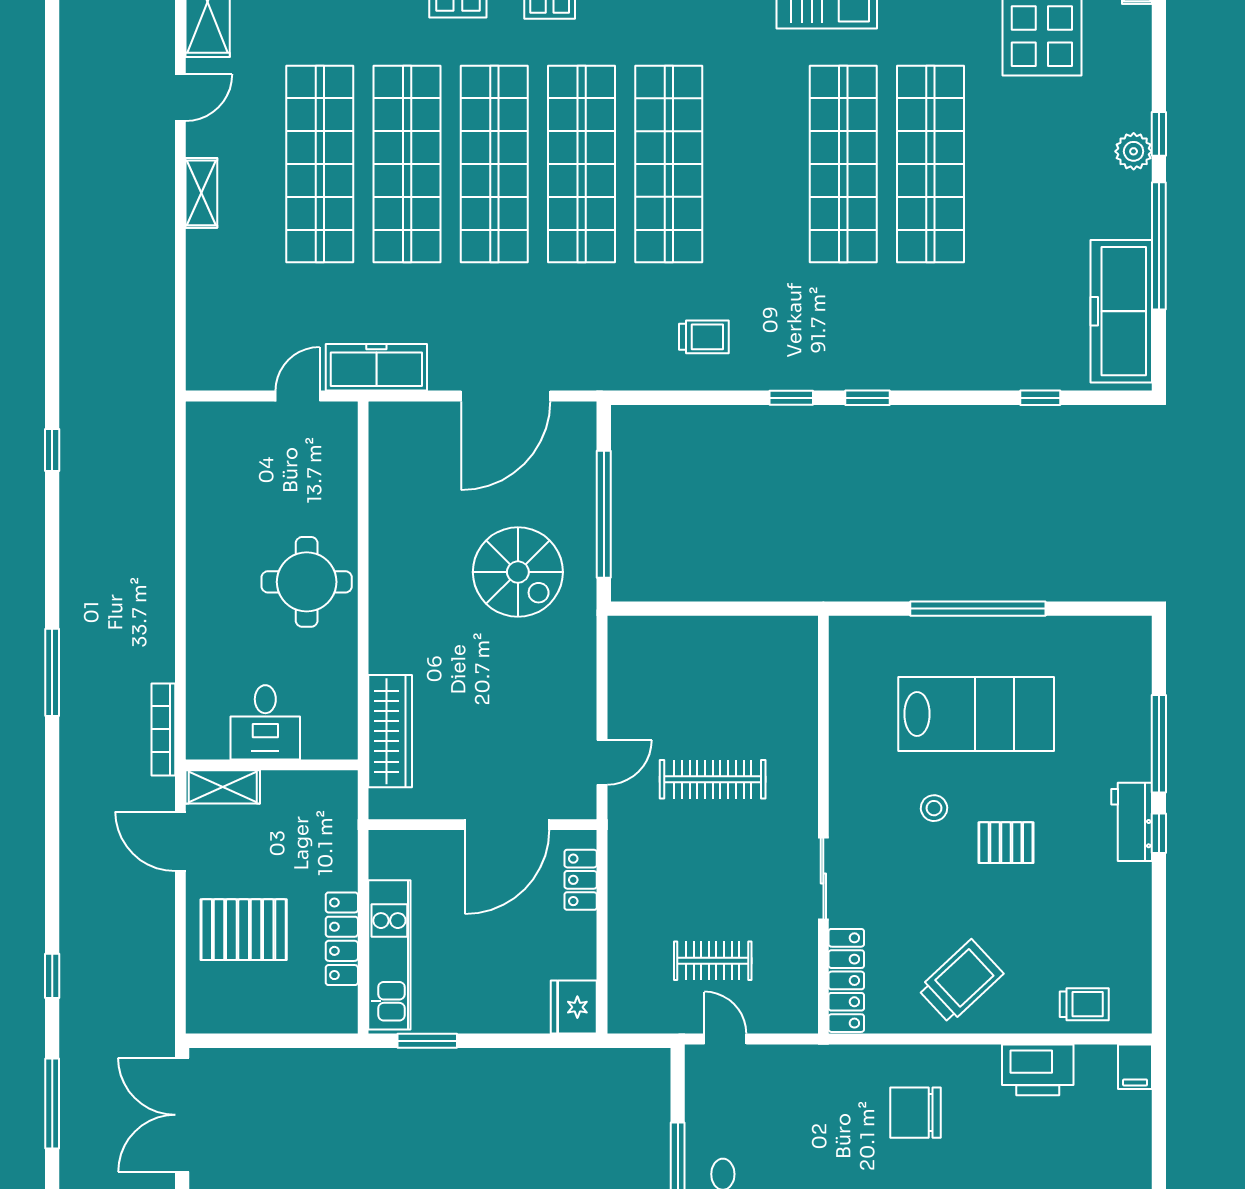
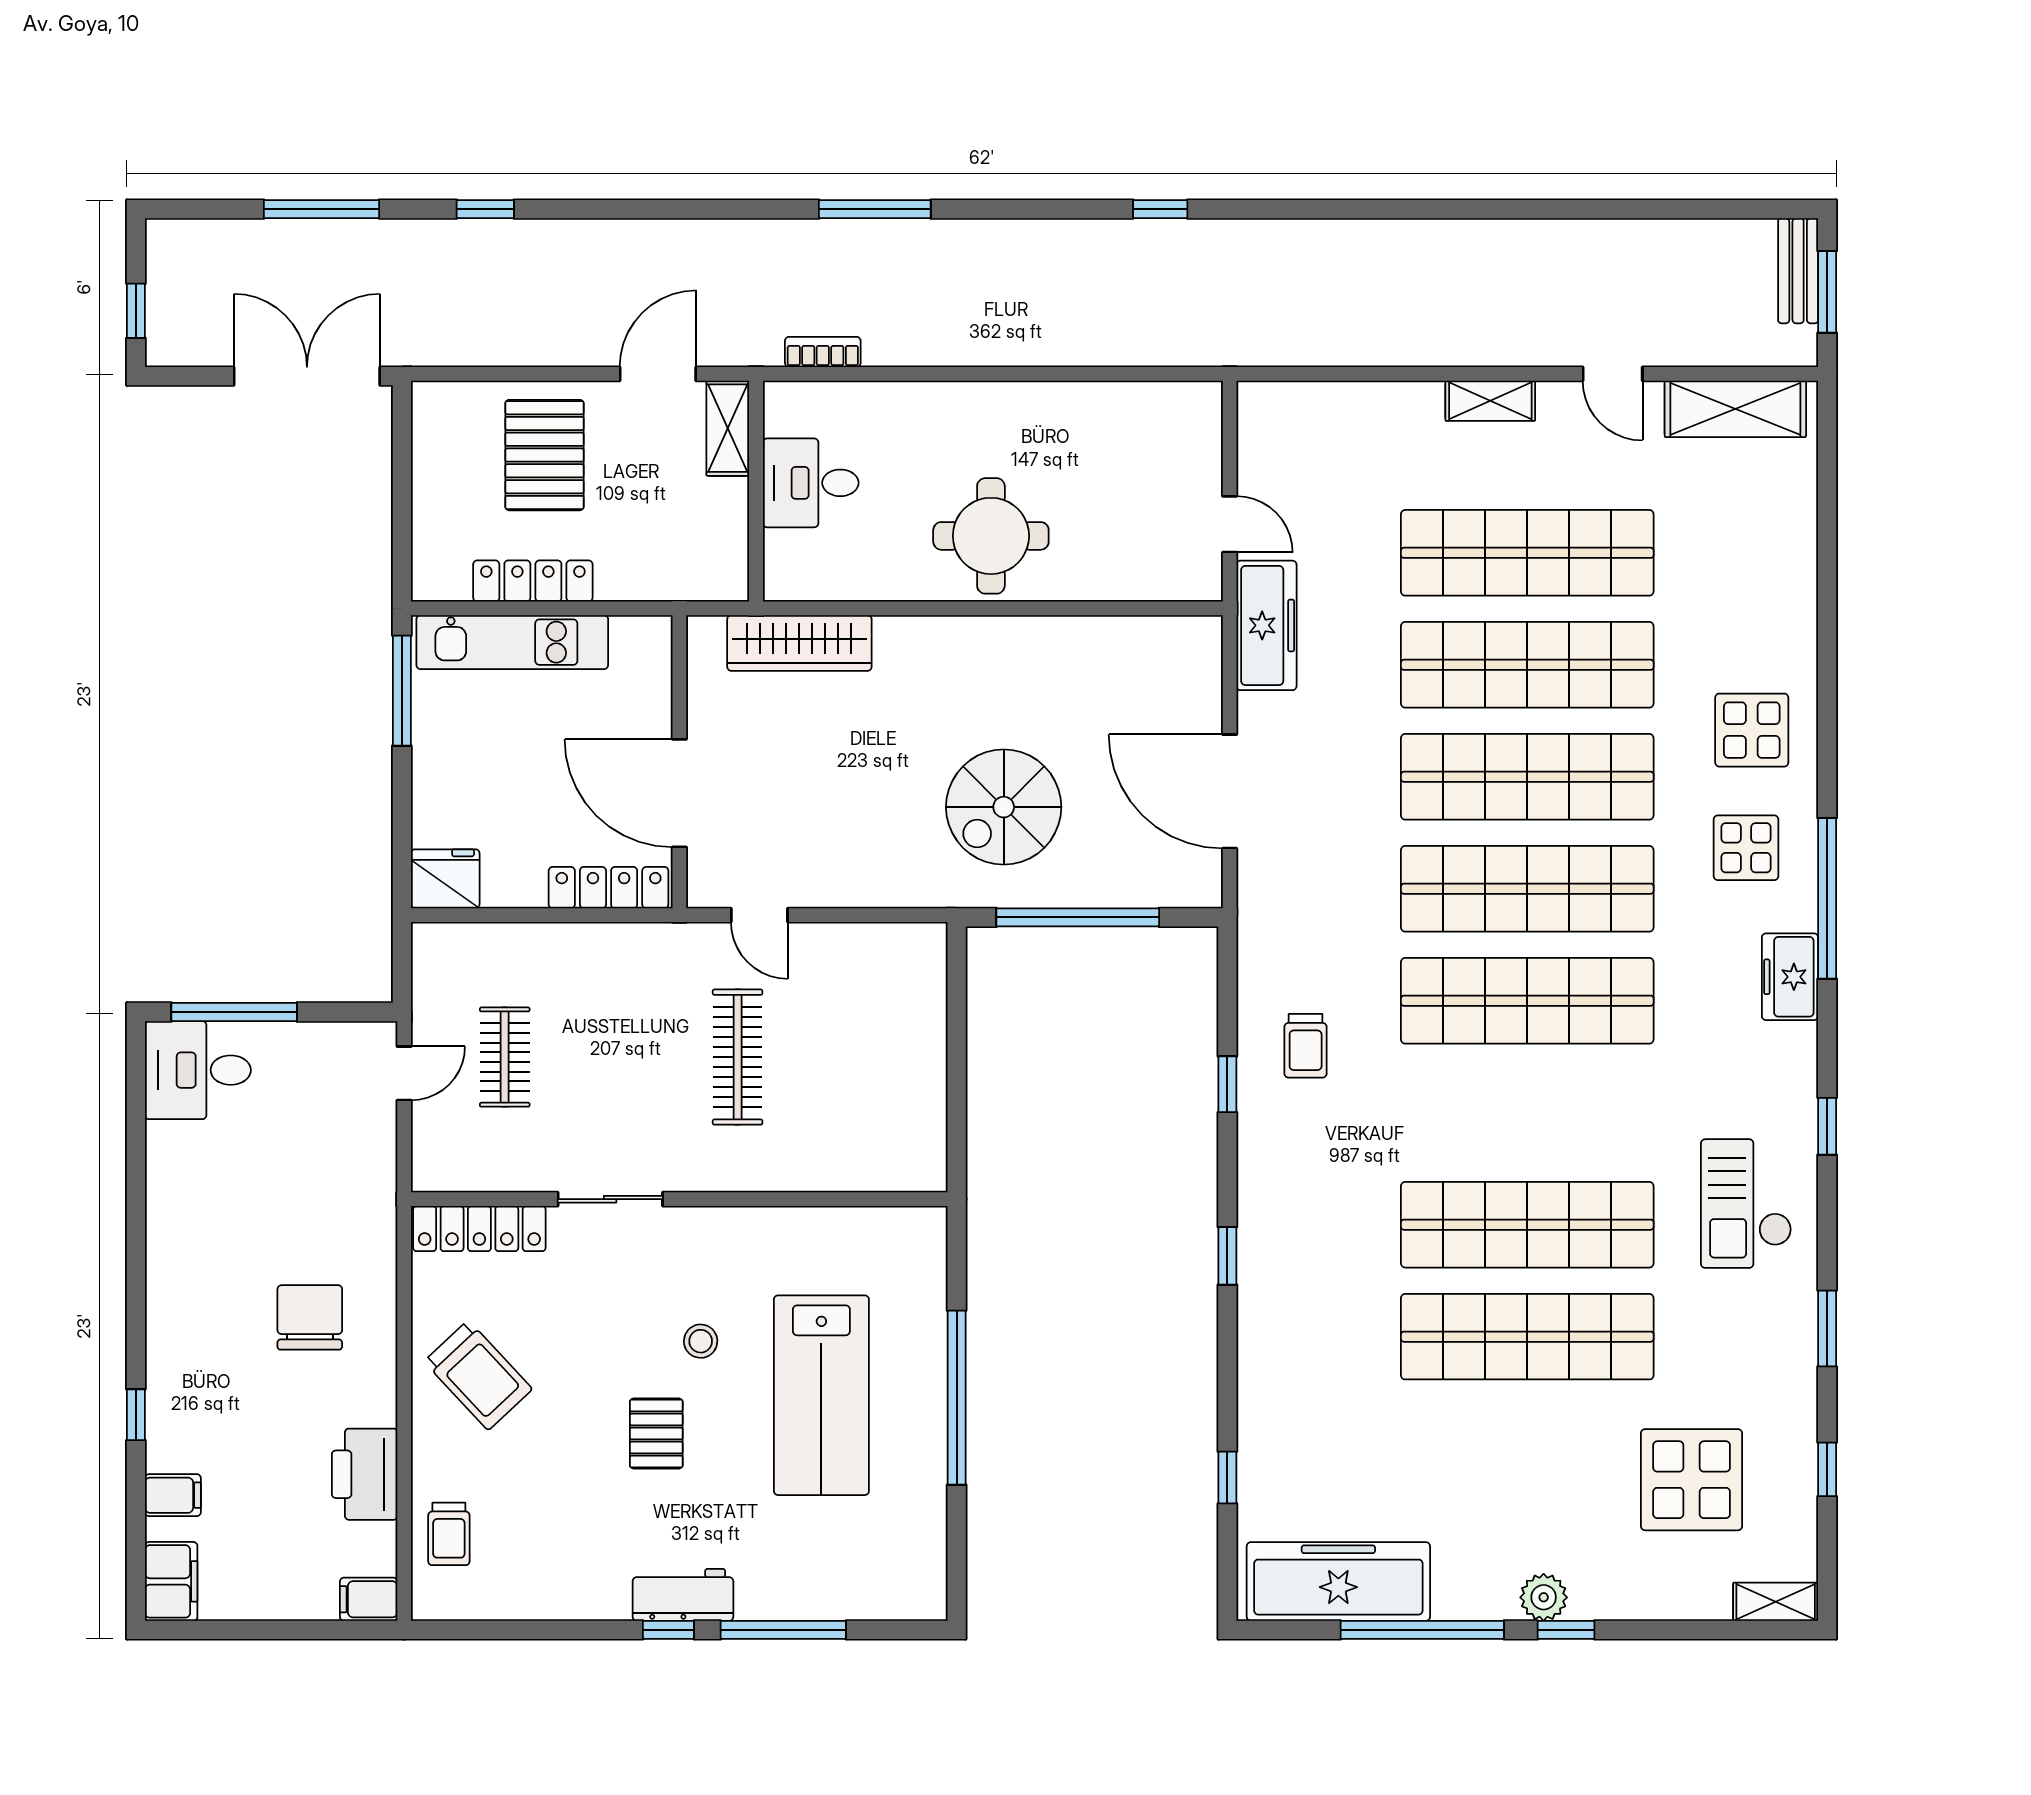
window: (791, 398) -> (1227, 1084), moved
bookcase: (163, 729) -> (823, 352), width x0.64
locker: (581, 880) -> (609, 888), width x1.53
window: (427, 1041) -> (402, 691), width x1.44

